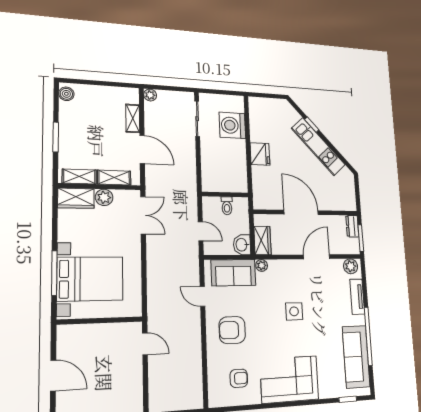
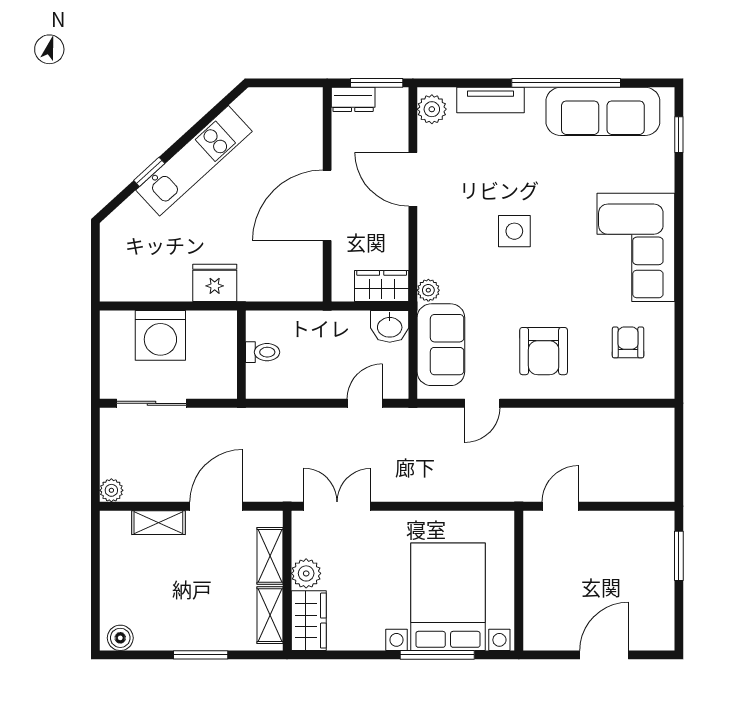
wall: (225, 195) -> (241, 355), moved
toilet: (227, 206) -> (263, 352), moved

